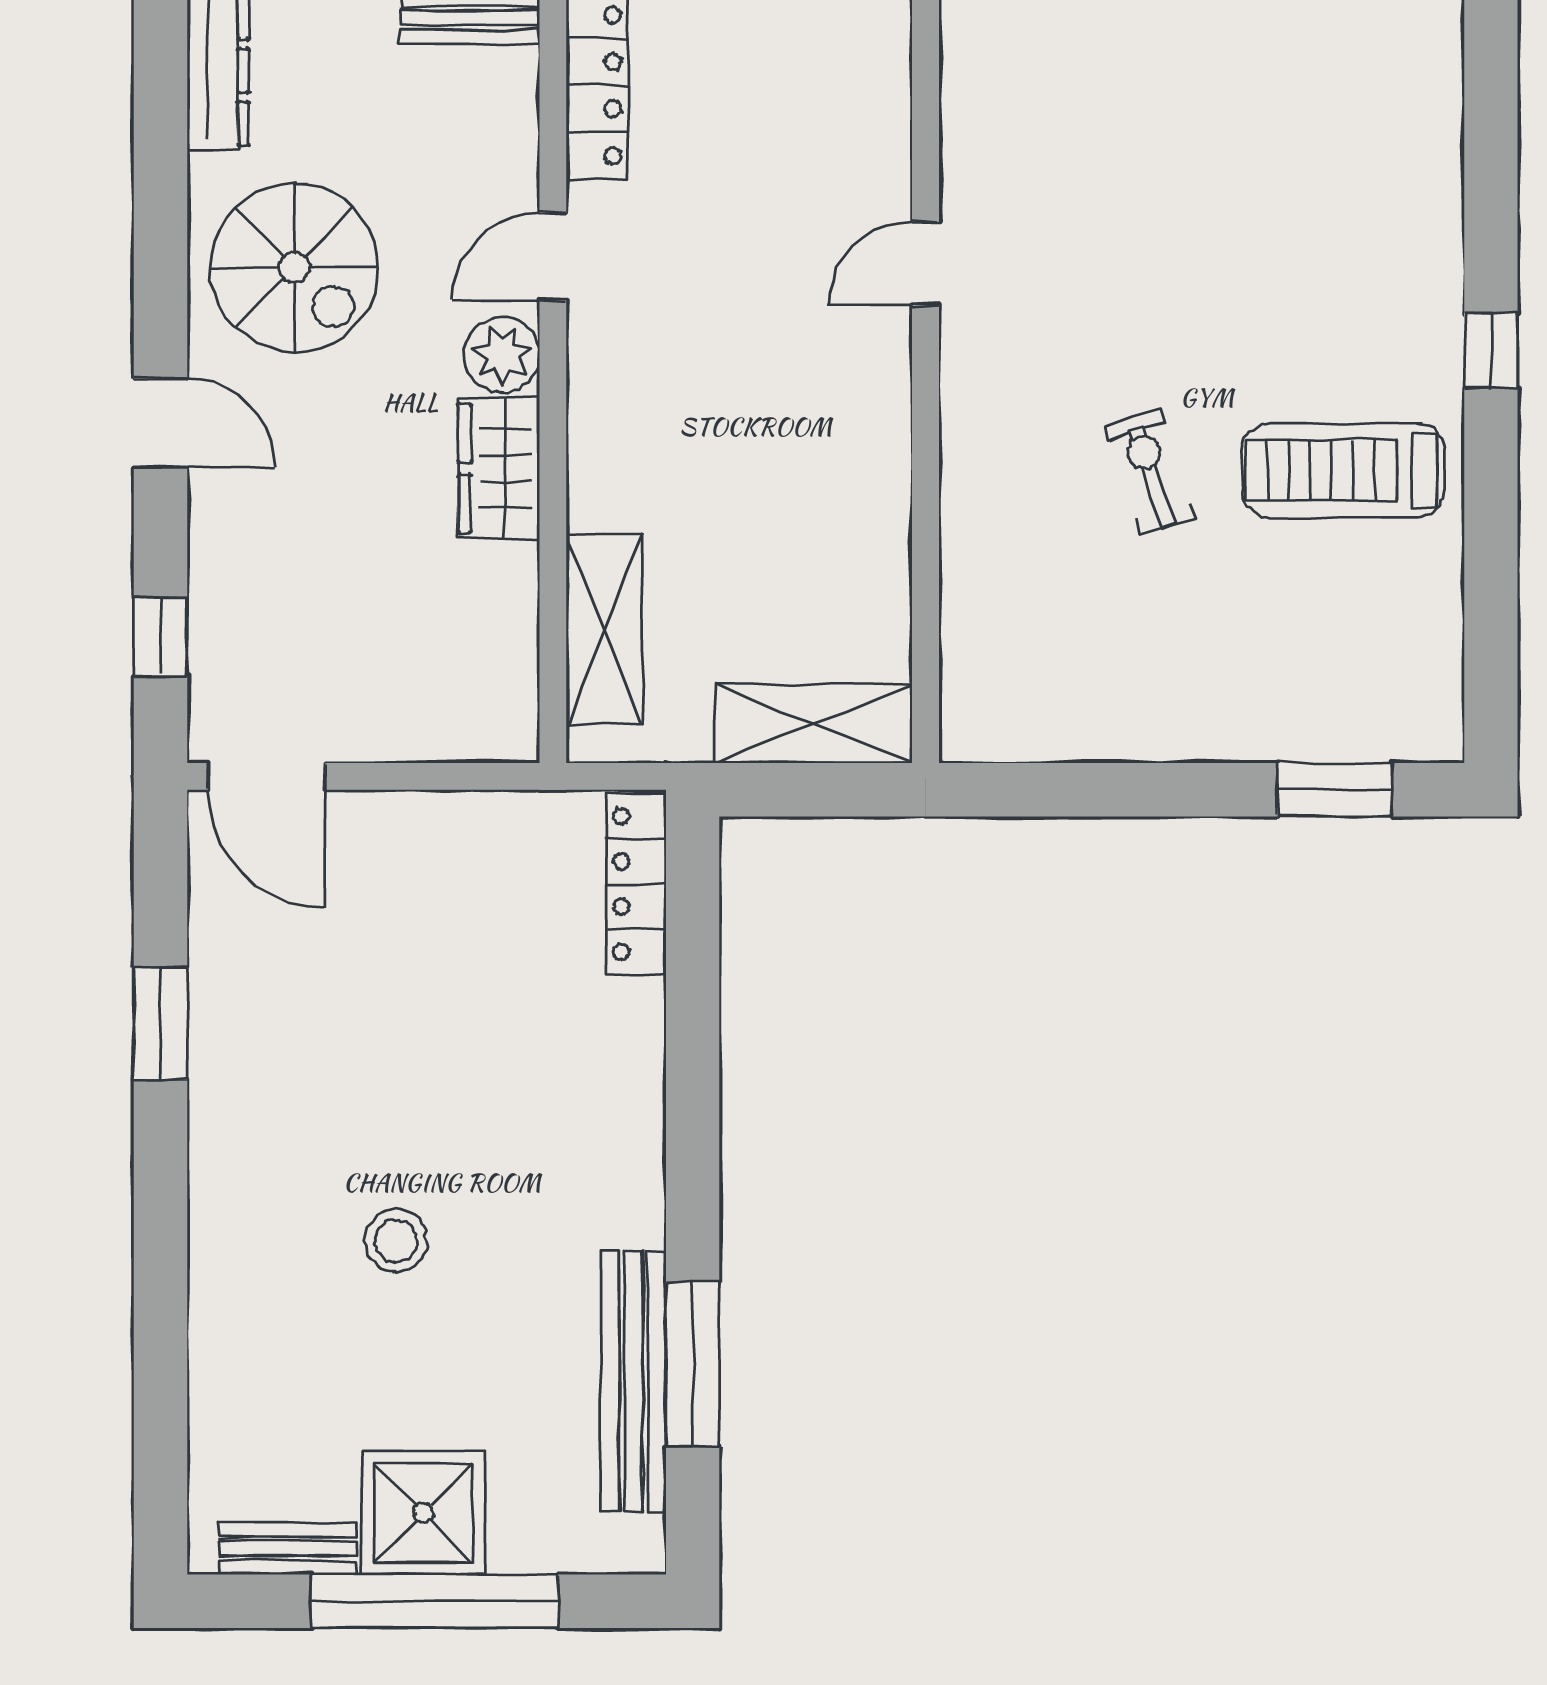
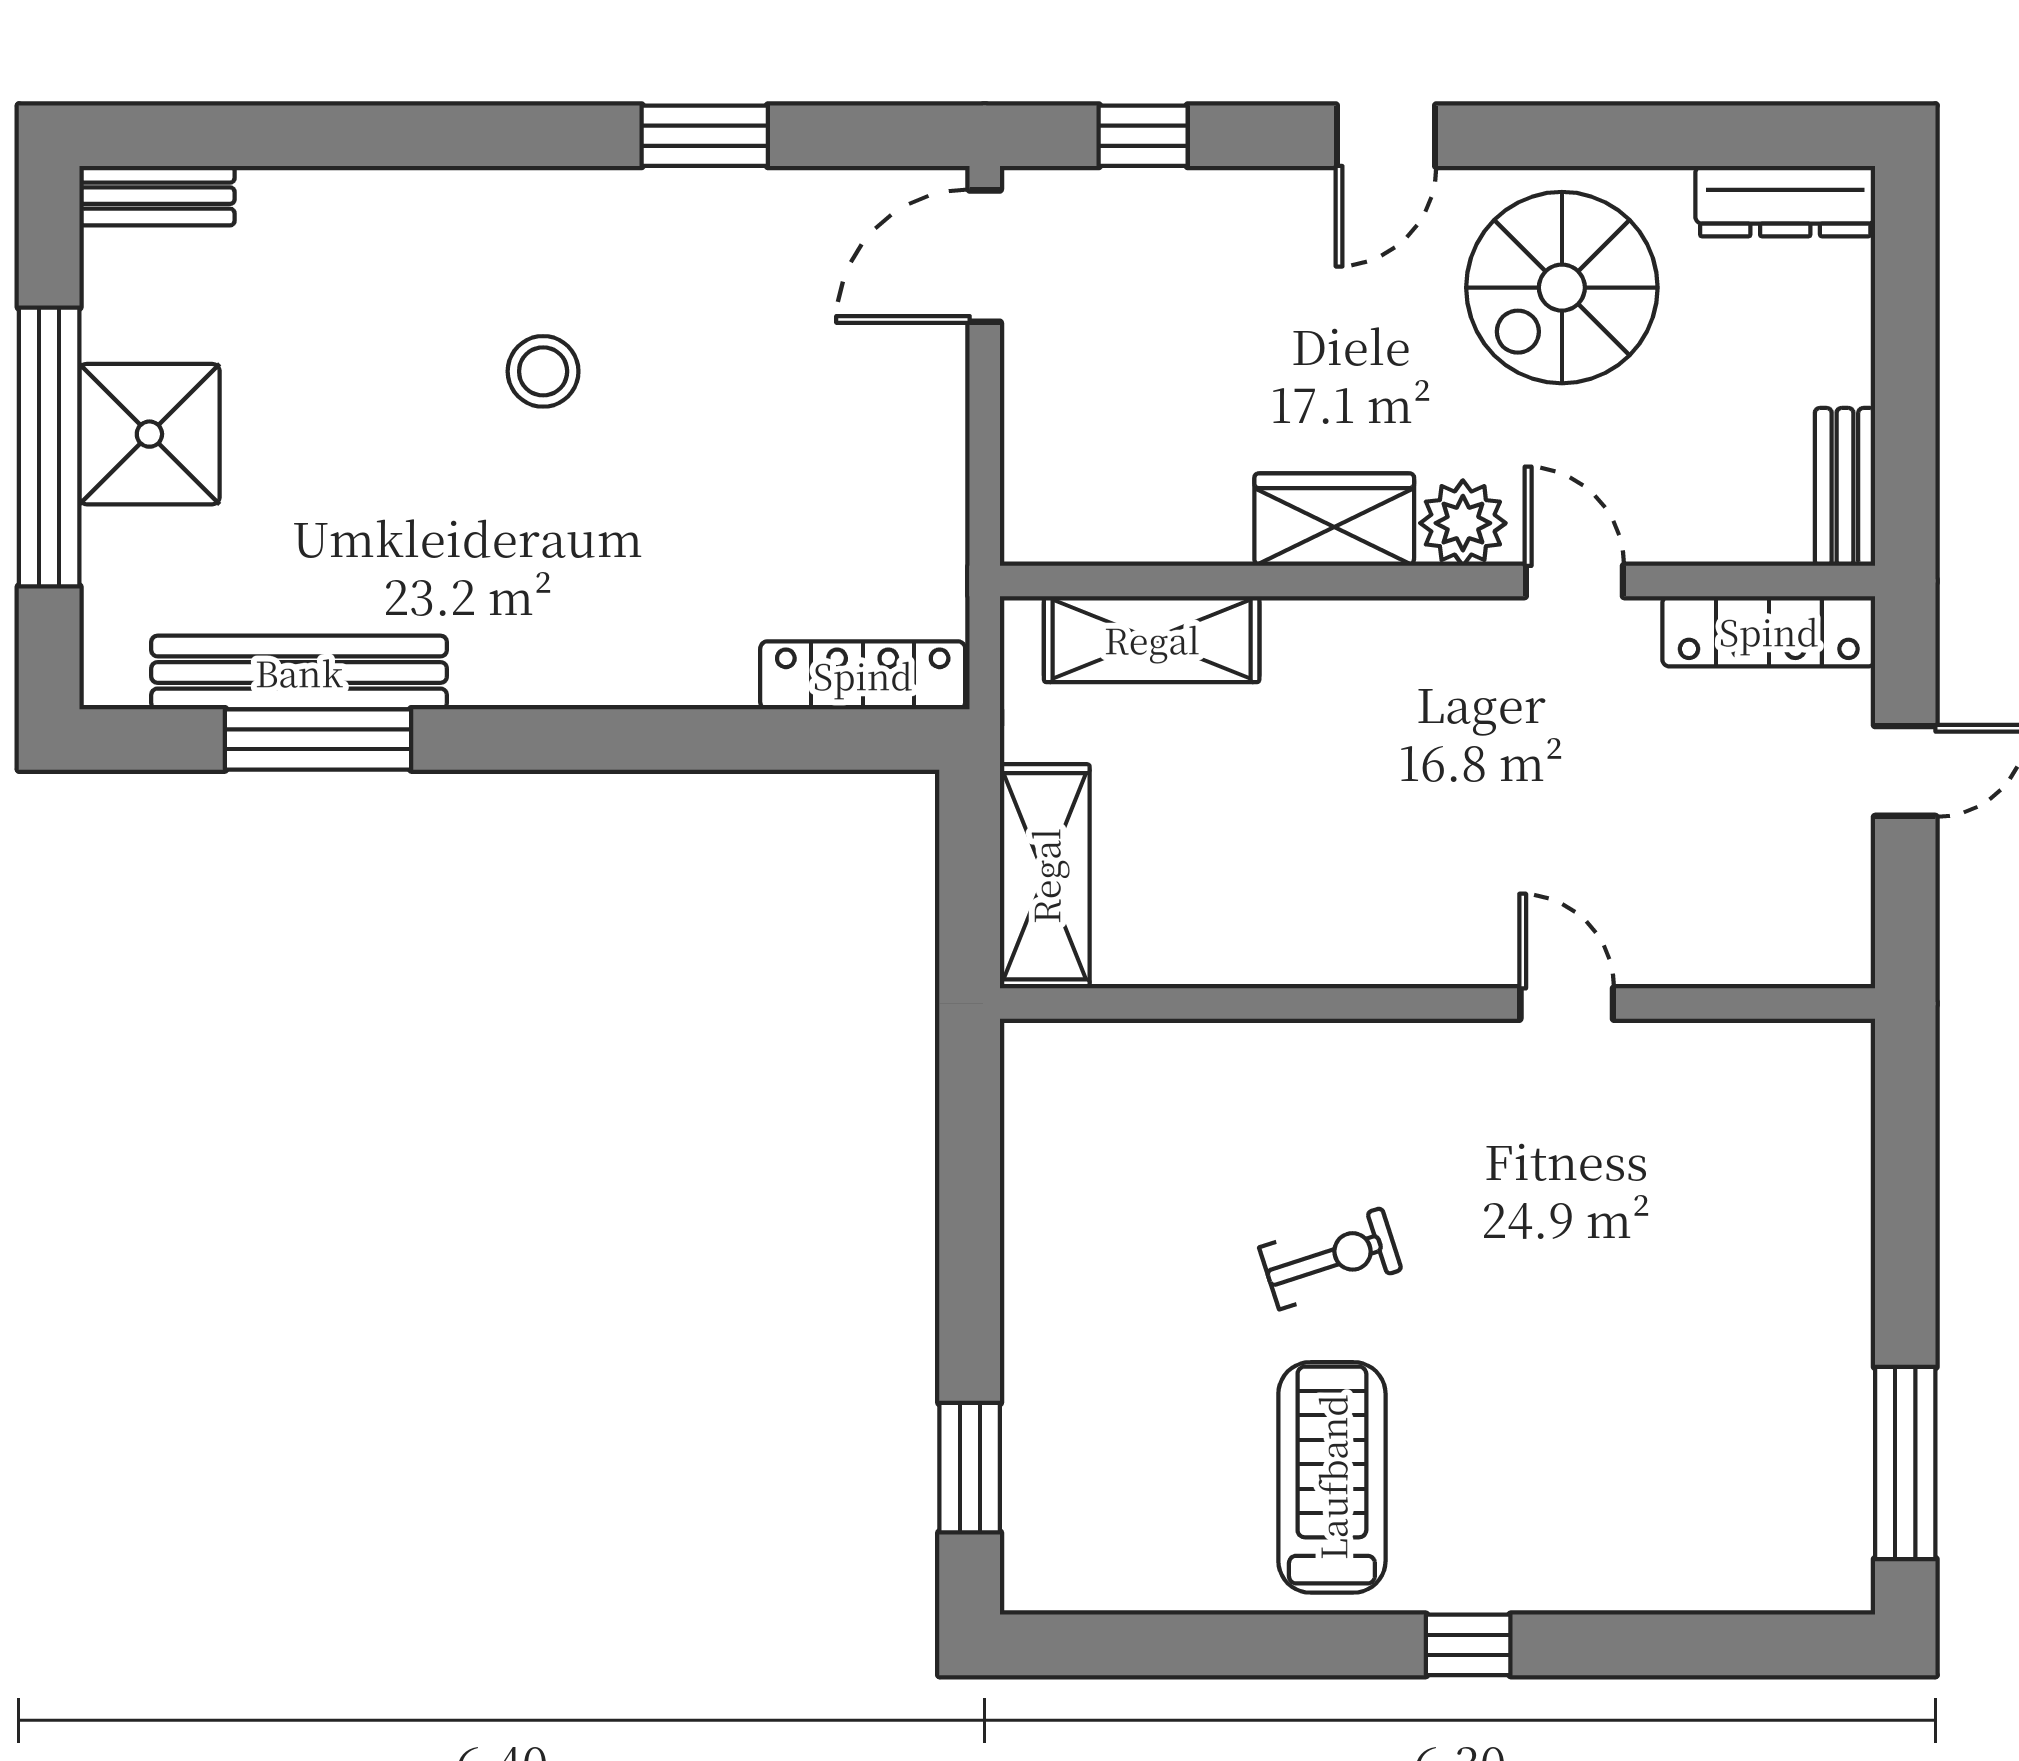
stool: (396, 1241) -> (543, 371), moved
bench: (288, 1549) -> (157, 196), moved, turned 90

